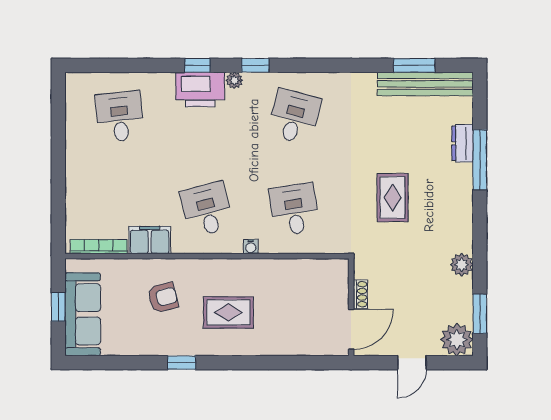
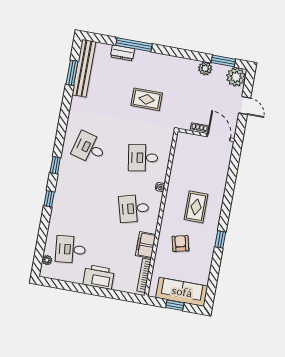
plant: (234, 80) -> (47, 260), moved
printer: (200, 89) -> (99, 277), moved, turned -90
plant: (462, 265) -> (205, 68), moved

